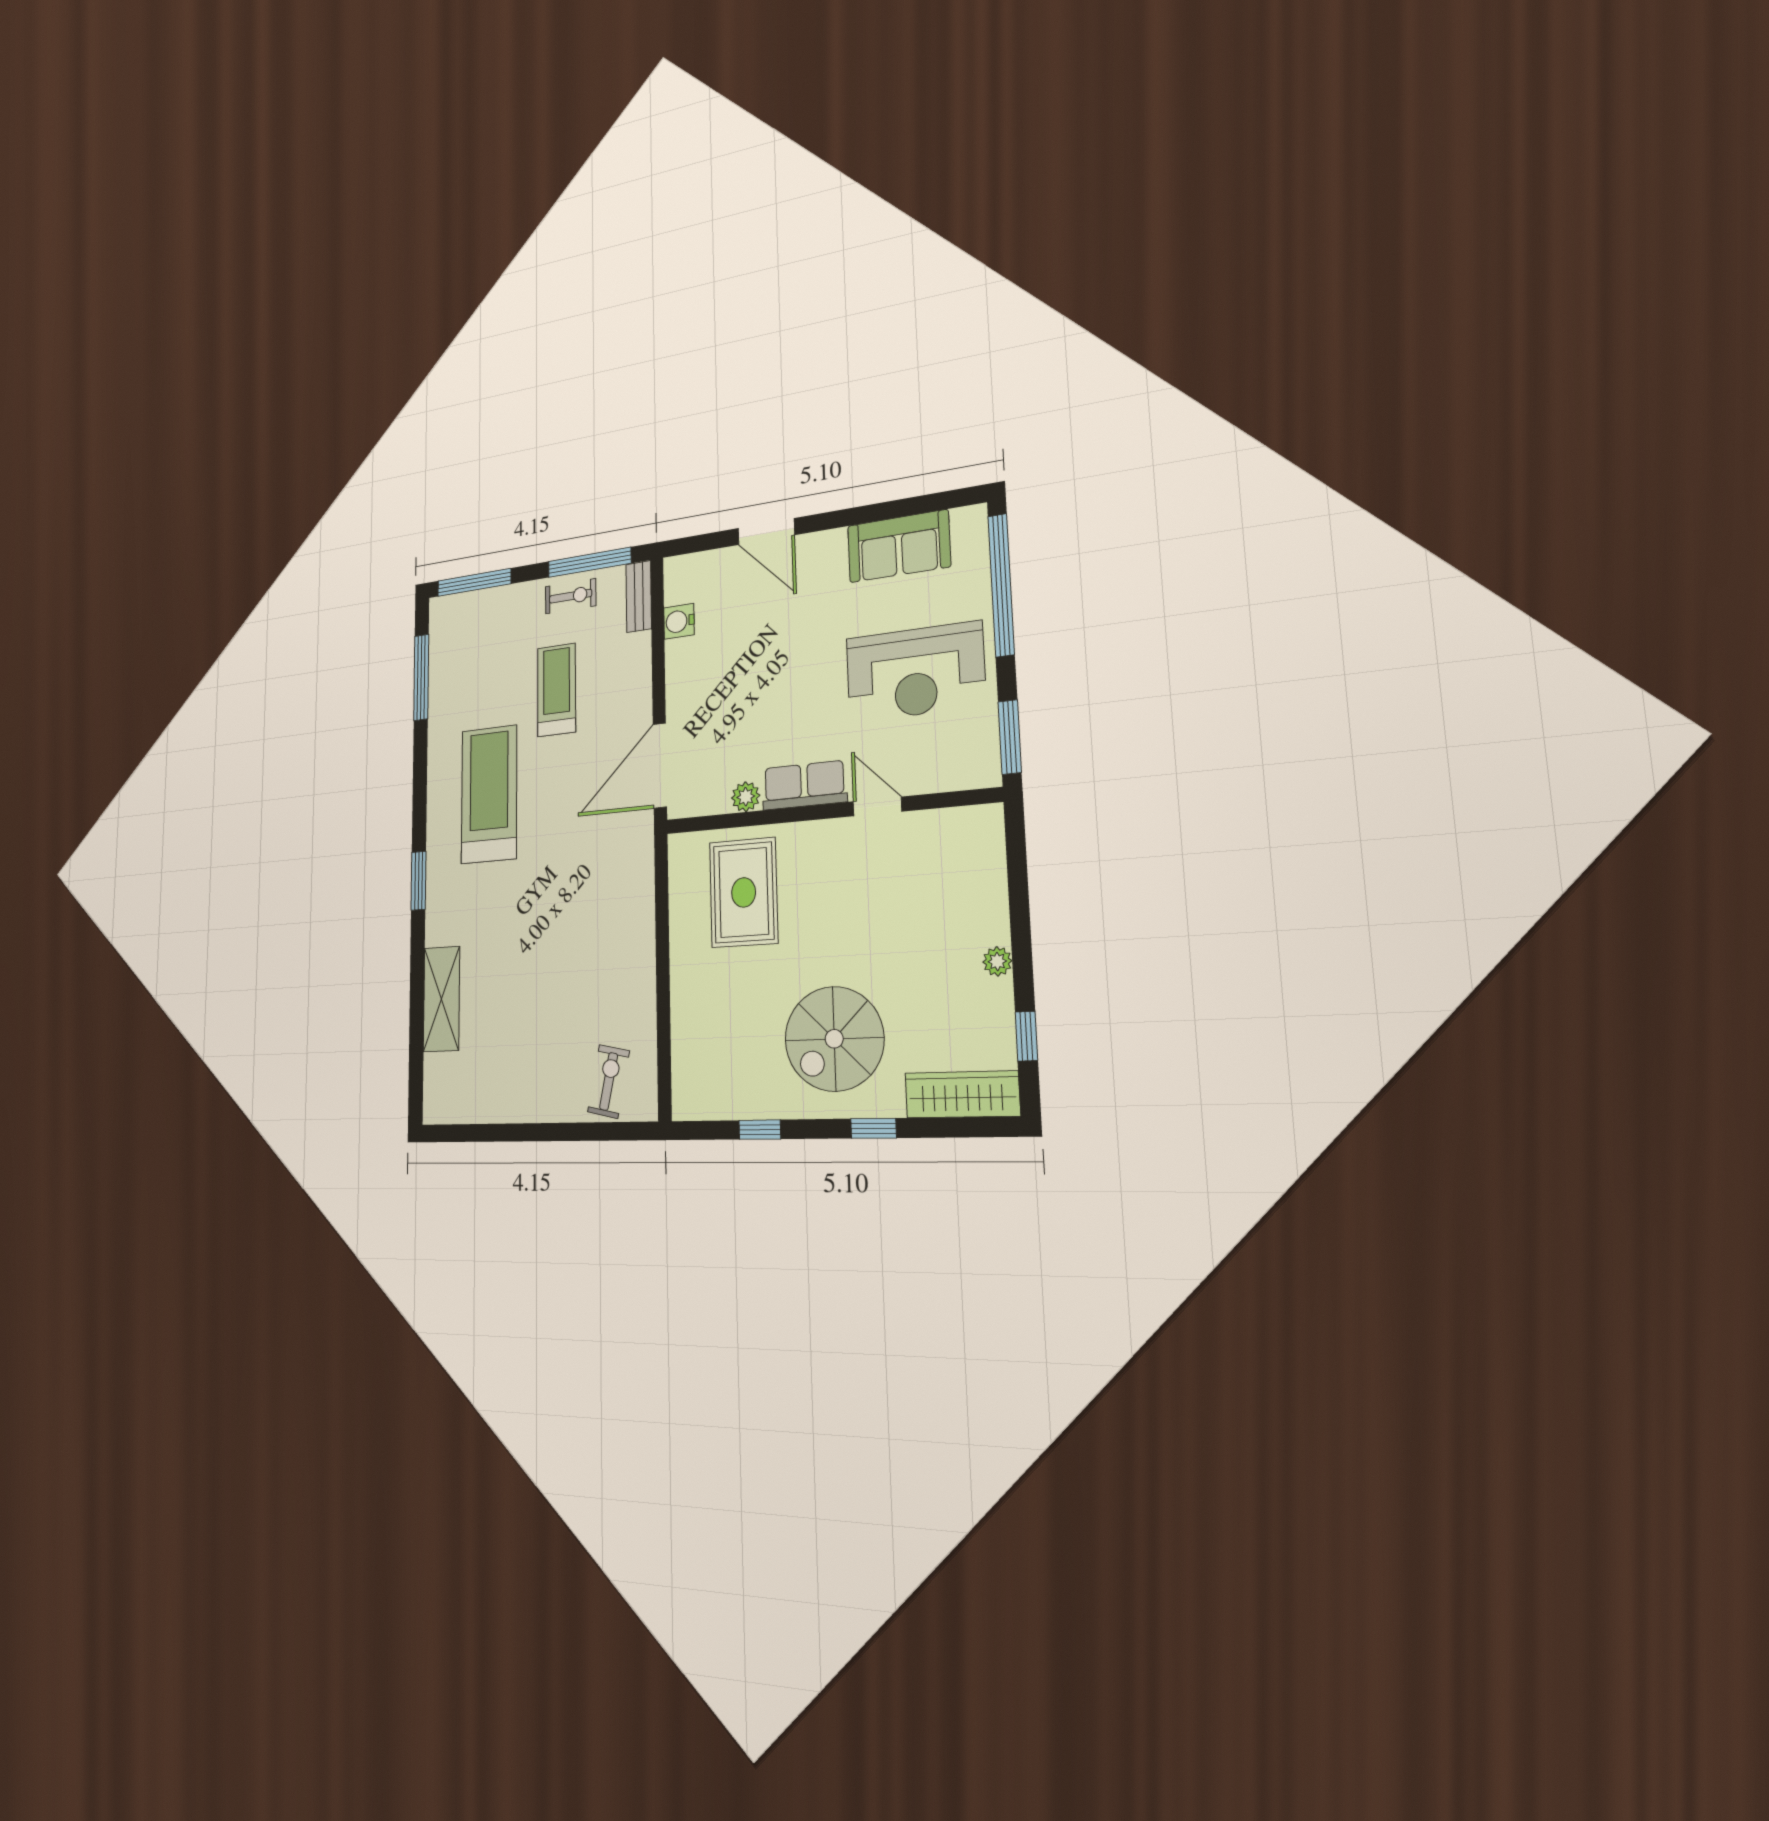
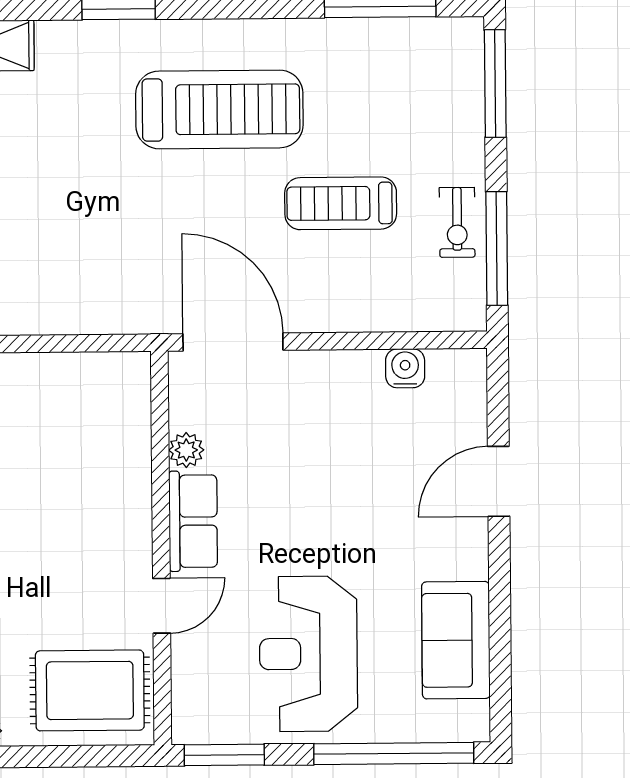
bench: (639, 596) -> (443, 315), removed
treadmill: (557, 690) -> (341, 203), turned 180
rug: (744, 892) -> (90, 690), moved

